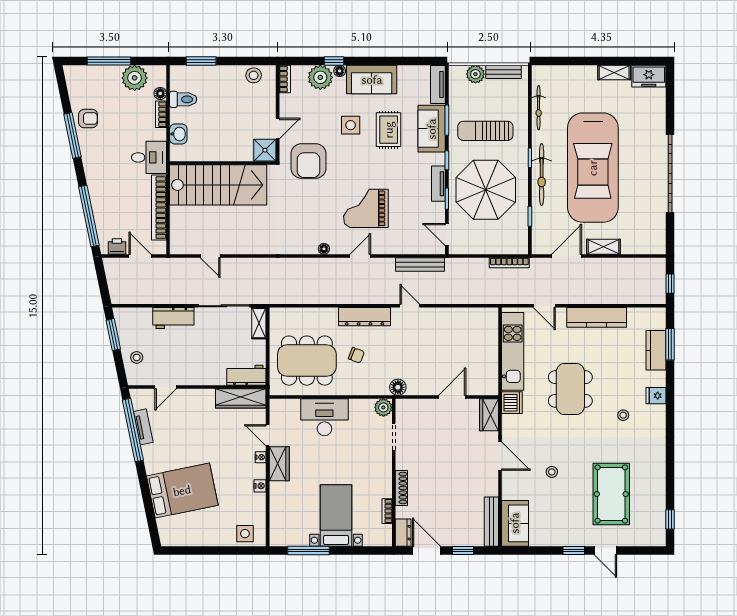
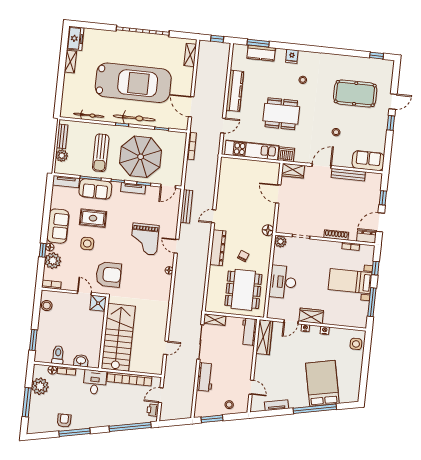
shelving: (603, 247) -> (190, 55), moved
window: (133, 430) -> (315, 409), moved
bench: (491, 522) -> (348, 175), moved
window: (359, 551) -> (375, 268), added

